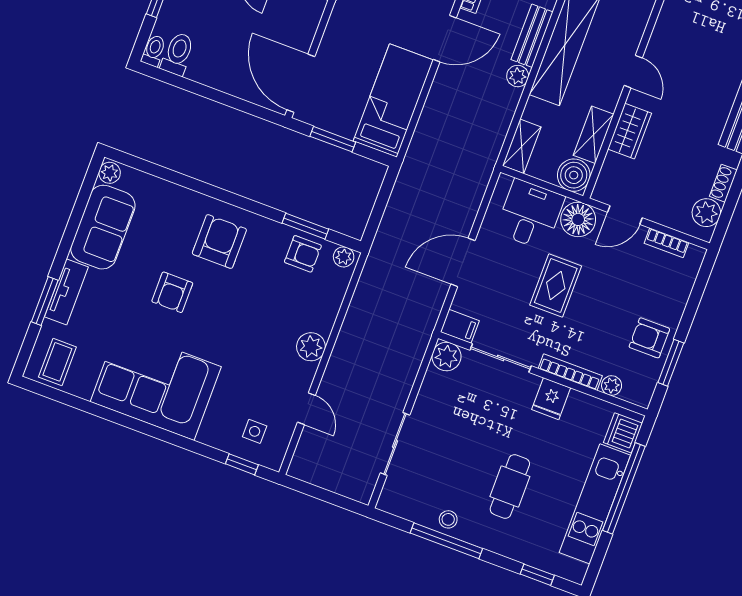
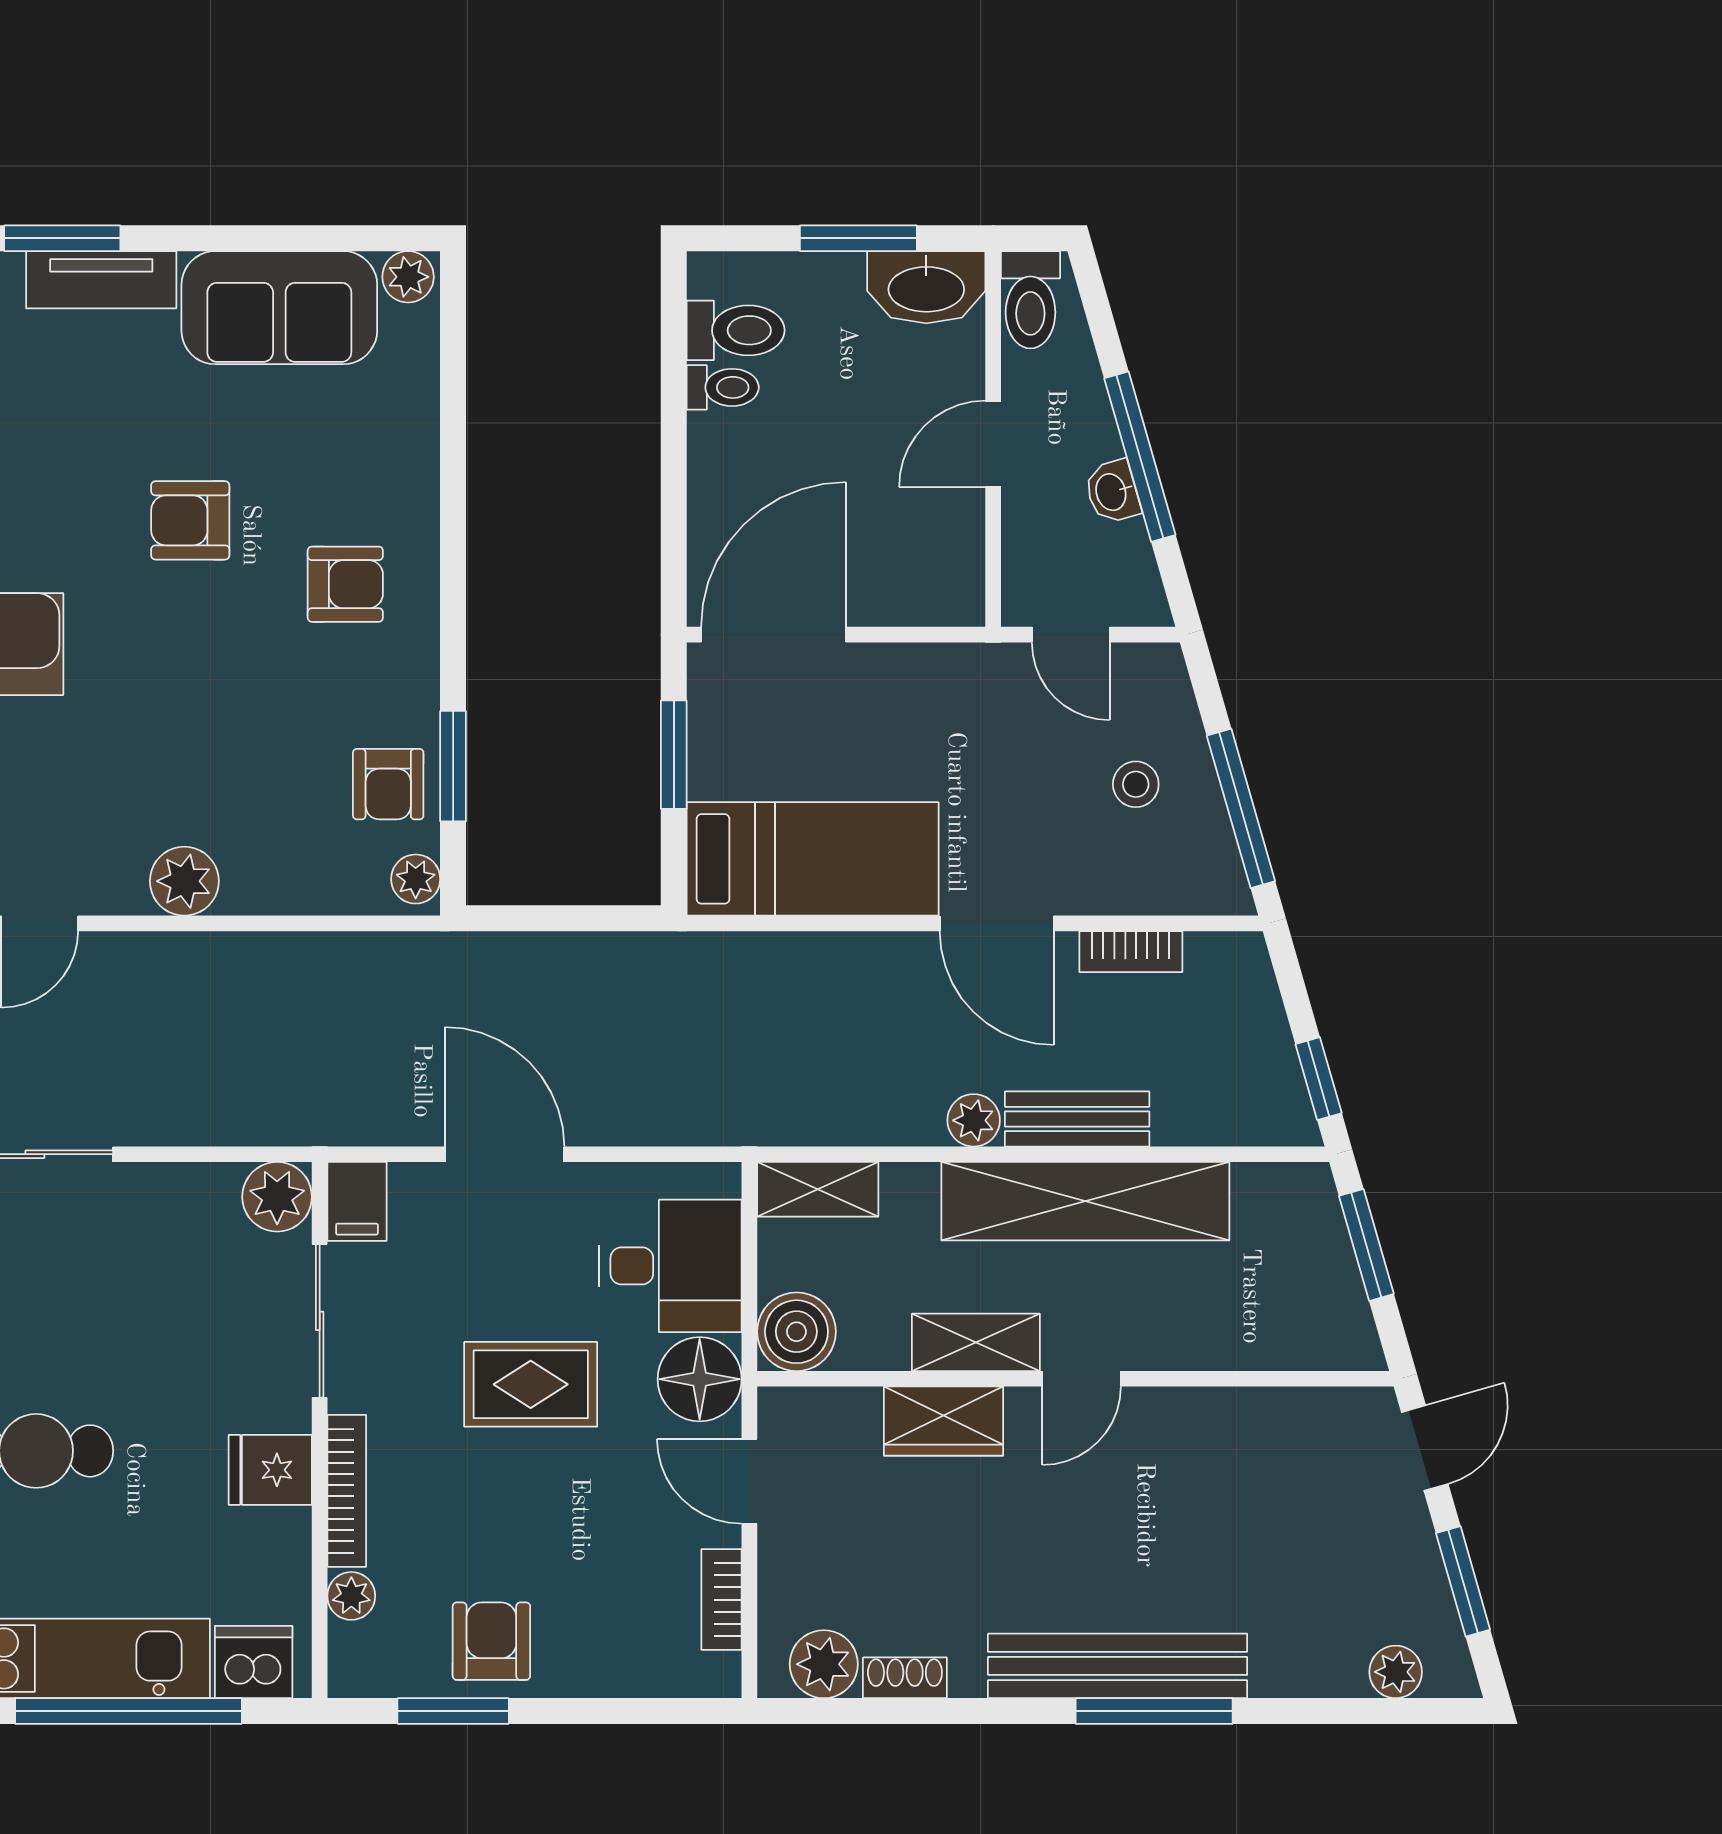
toilet: (154, 51) -> (723, 387), moved
shelving: (594, 135) -> (976, 1342), moved
armchair: (219, 241) -> (345, 584), width x0.72, depth x0.72

